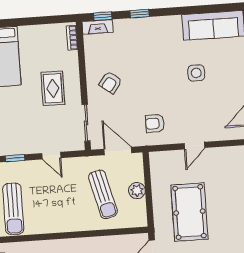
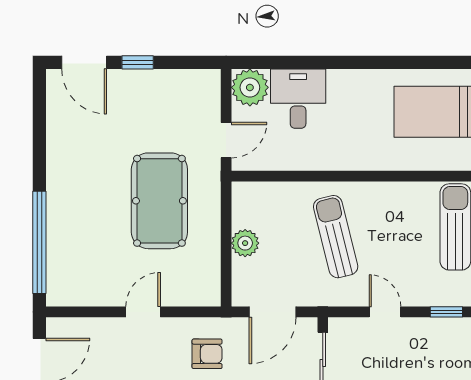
door: (118, 151) -> (273, 312), hinge flipped
sun lounger: (103, 194) -> (336, 237), moved

